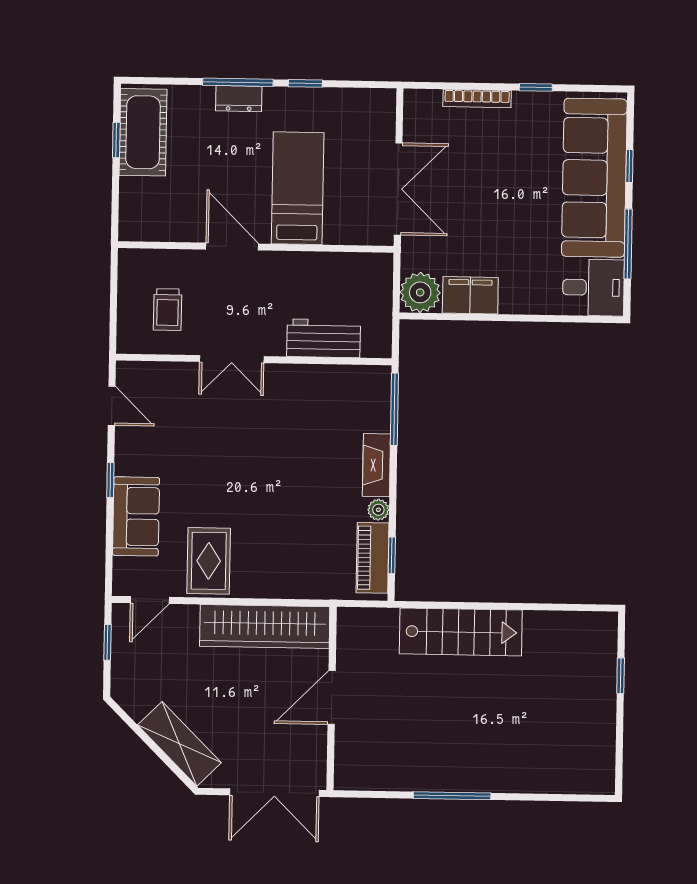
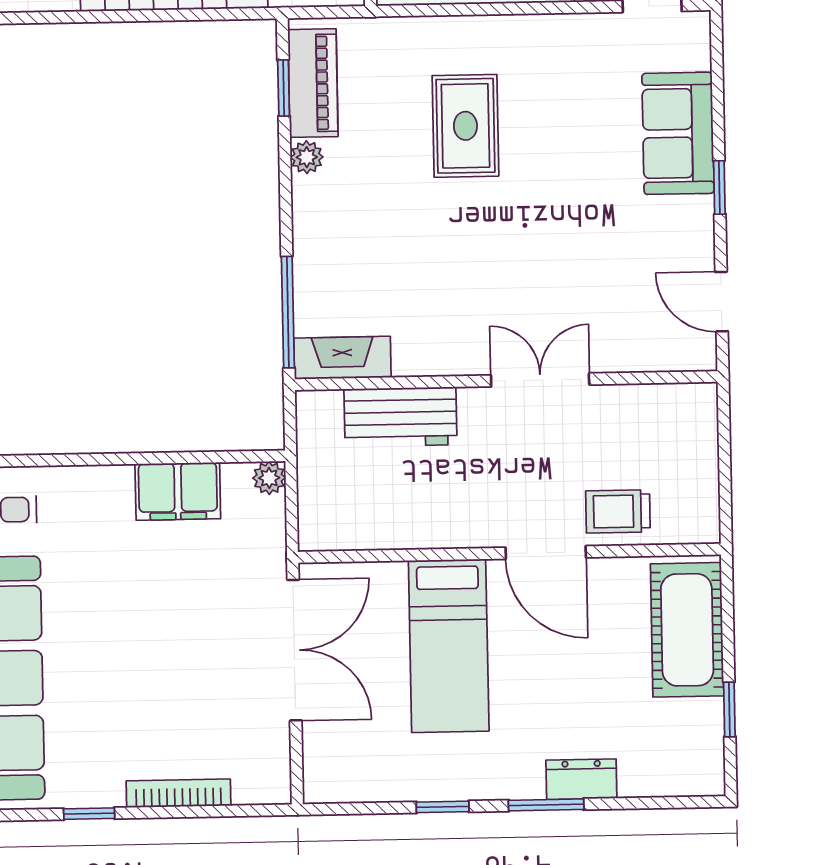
window: (238, 82) -> (546, 805), width x0.69
dresser: (239, 99) -> (581, 779), moved
cot: (143, 132) -> (687, 630), moved
double door: (398, 189) -> (294, 650), swing flipped
plant: (420, 292) -> (269, 478), width x0.53, depth x0.53
trolley: (168, 310) -> (618, 511), moved, turned -90
fireplace: (376, 465) -> (342, 358), moved, turned -90
rug: (209, 561) -> (465, 126), moved

